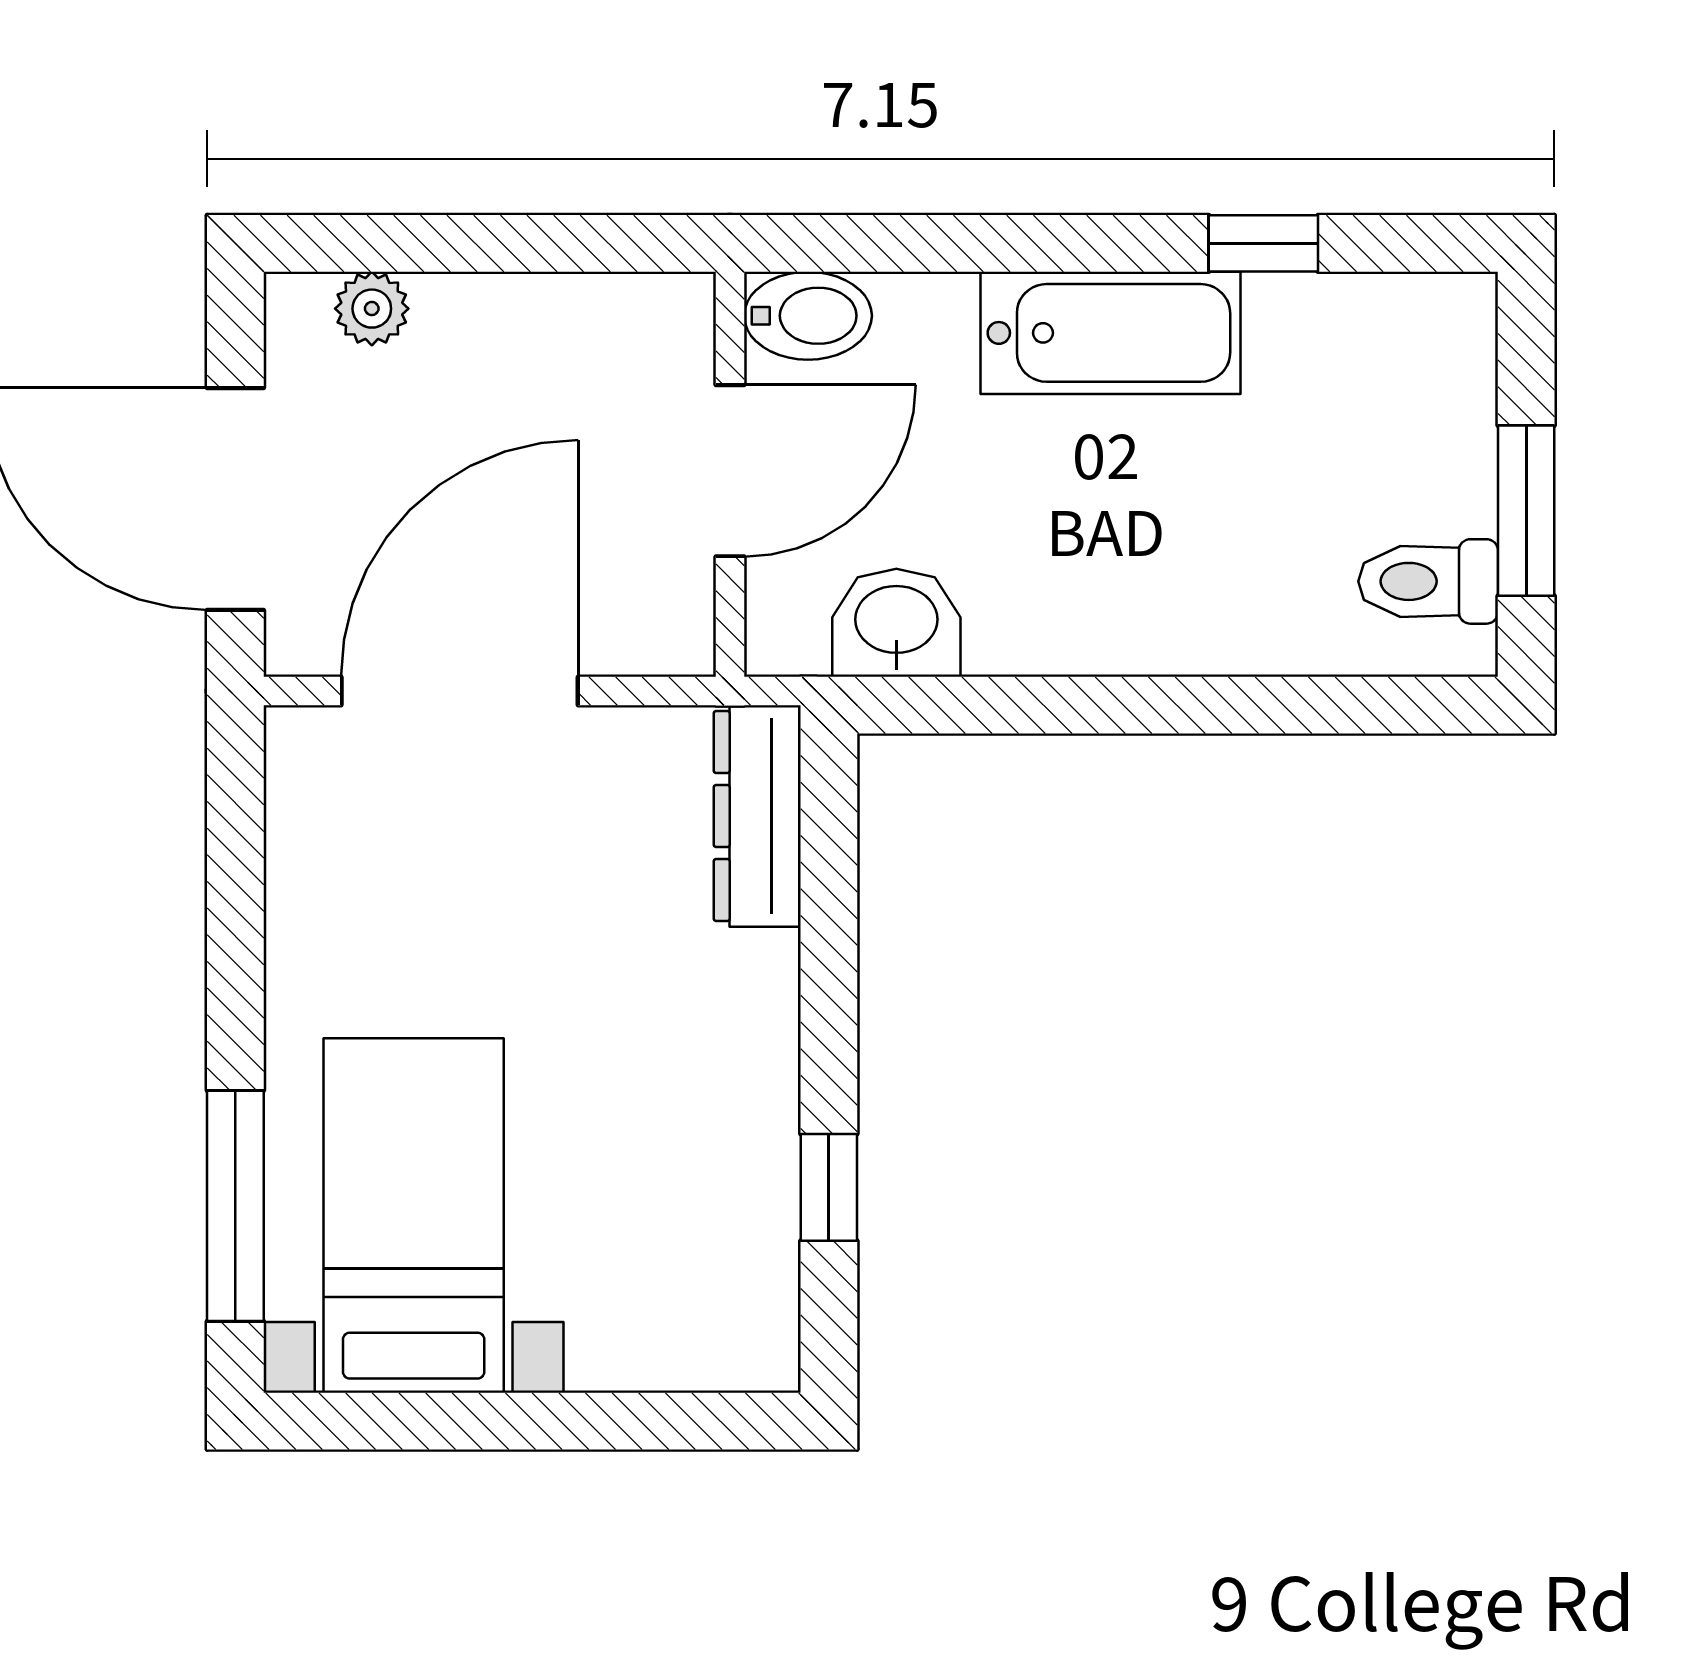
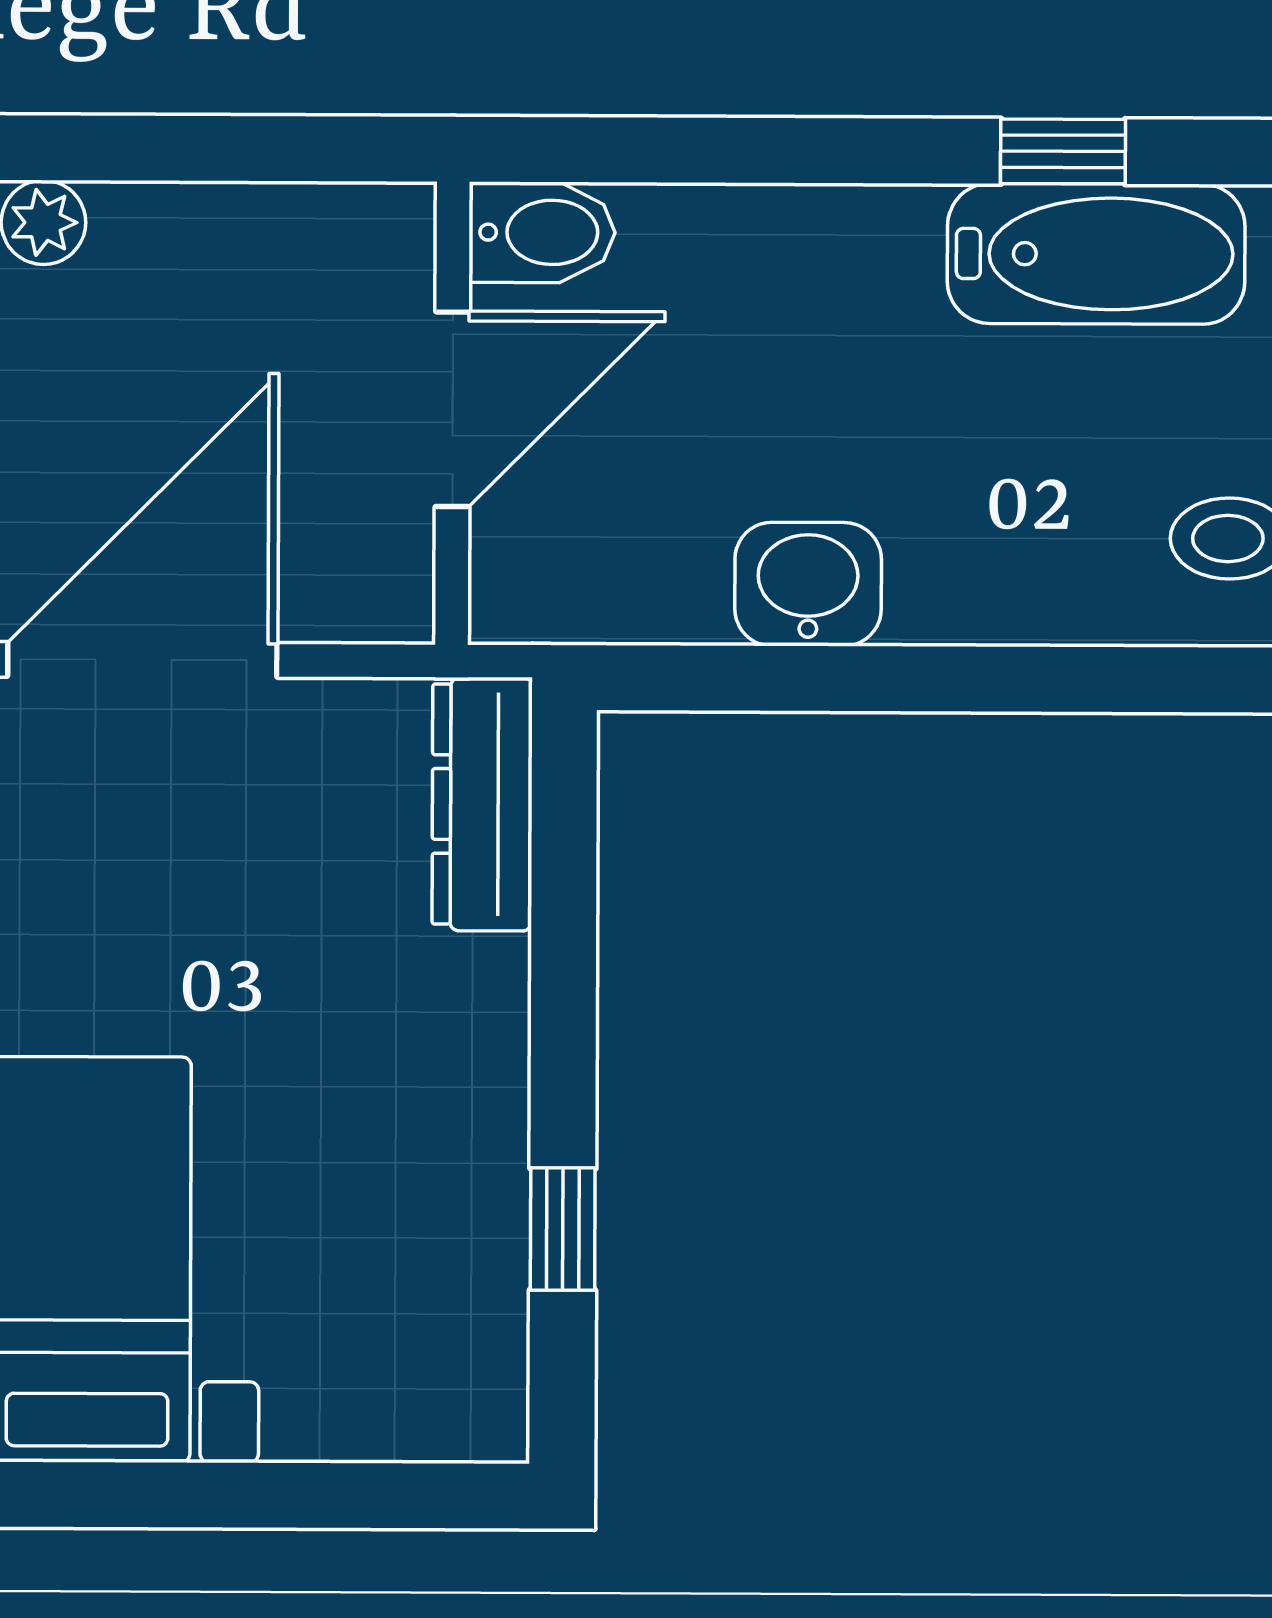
bathtub: (1111, 333) -> (1096, 254), moved
washbasin: (896, 623) -> (808, 584), moved

